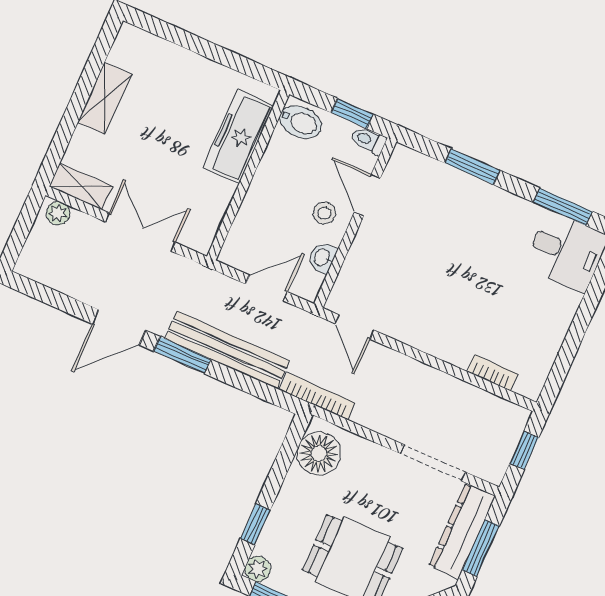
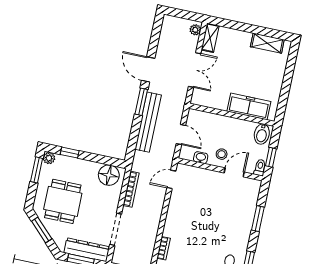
shelving: (105, 98) -> (267, 43), moved
bookcase: (317, 396) -> (131, 189), moved

